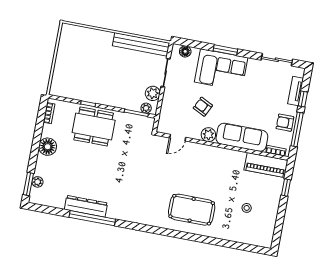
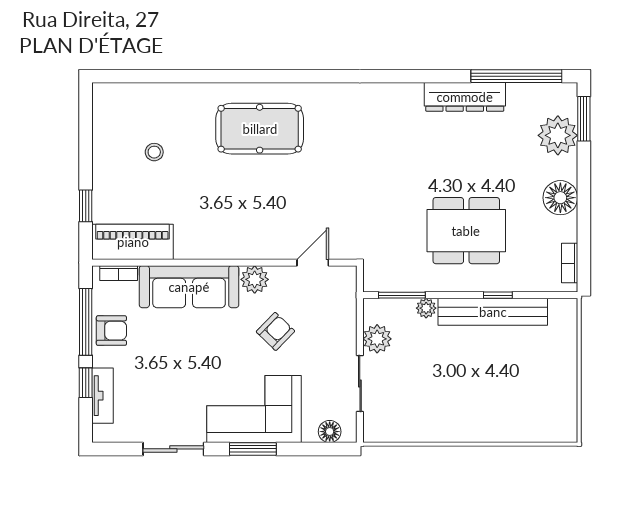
bench: (141, 44) -> (493, 312), moved
sliding door: (277, 60) -> (173, 449), moved
armchair: (203, 107) -> (275, 331), turned -72
plant: (146, 108) -> (426, 308), moved
dining table: (94, 126) -> (466, 231), moved
plant: (37, 182) -> (558, 135), width x1.87, depth x1.87
window: (92, 218) -> (516, 76), moved

